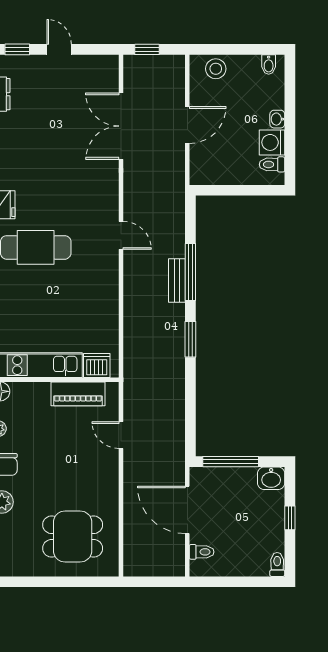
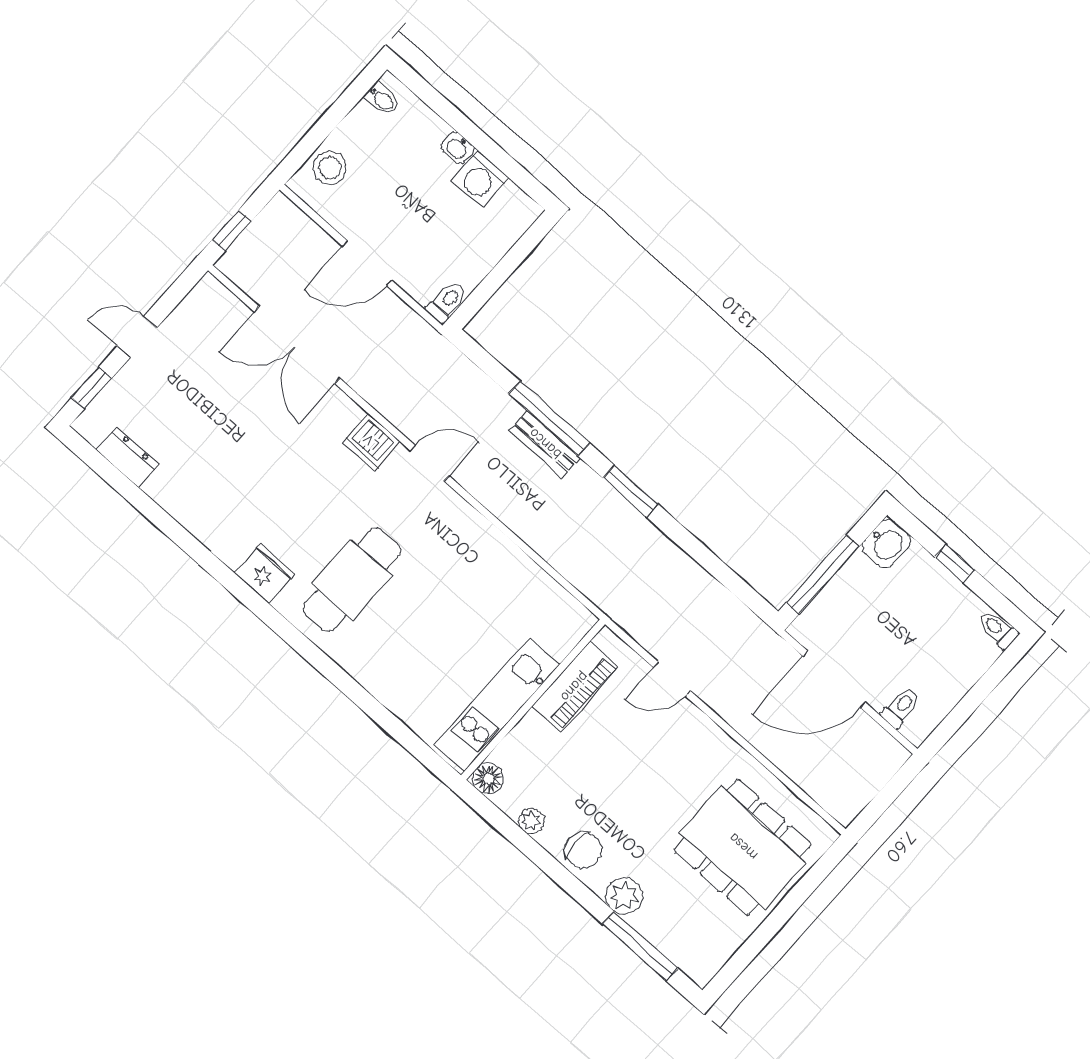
door: (187, 125) -> (367, 263), swing flipped
toilet: (272, 164) -> (447, 302), moved, turned 180
dishwasher: (97, 365) -> (371, 442), moved, turned -90
dining table: (73, 537) -> (743, 847), width x1.37

